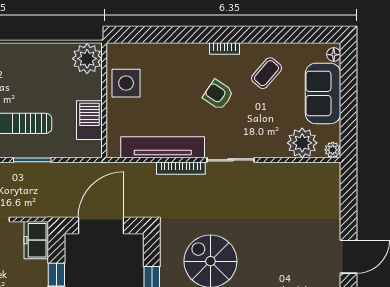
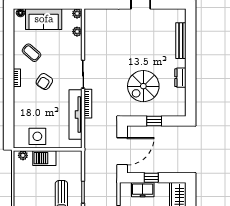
plant: (87, 59) -> (23, 155), width x0.53, depth x0.53
barbecue: (89, 120) -> (44, 158), moved
plant: (302, 143) -> (77, 32), width x0.53, depth x0.53
door: (101, 225) -> (122, 151), swing flipped
freezer: (36, 240) -> (143, 190), moved

